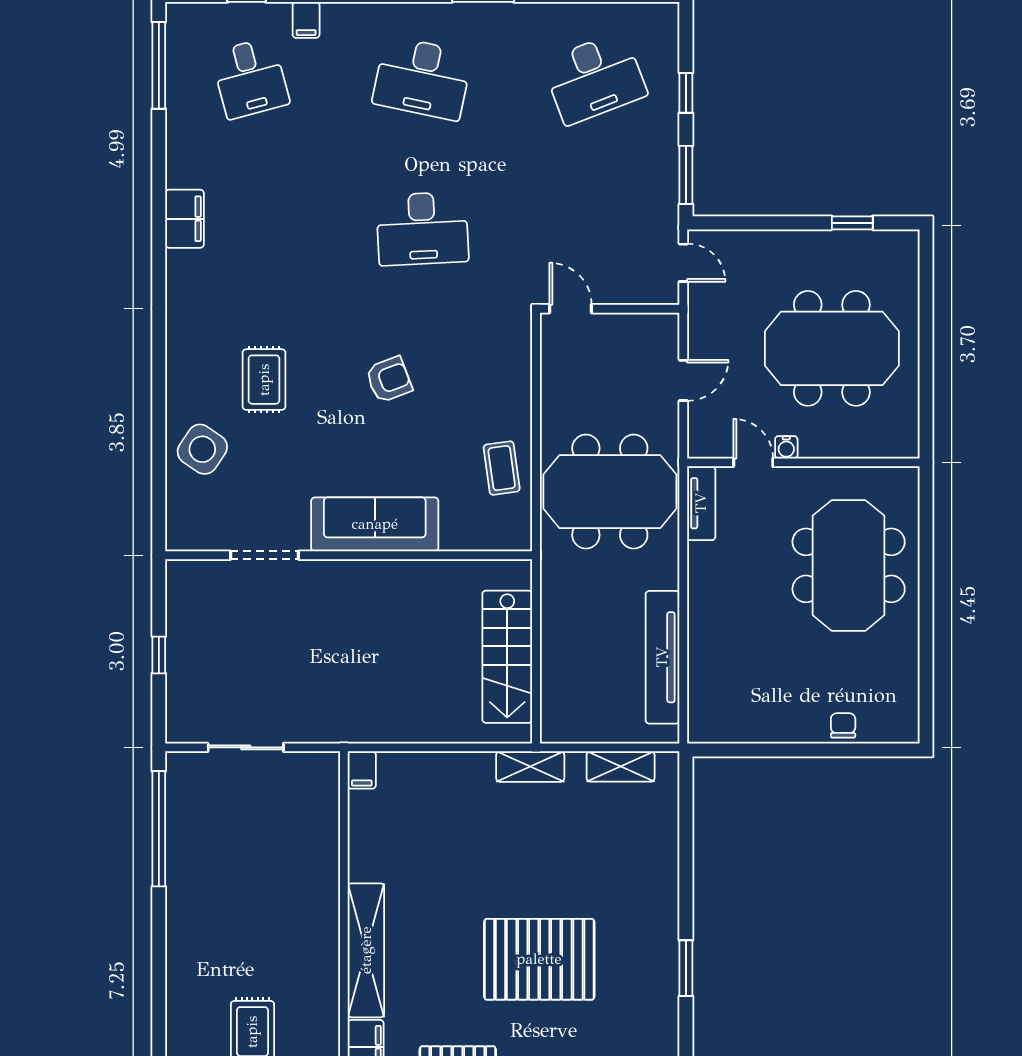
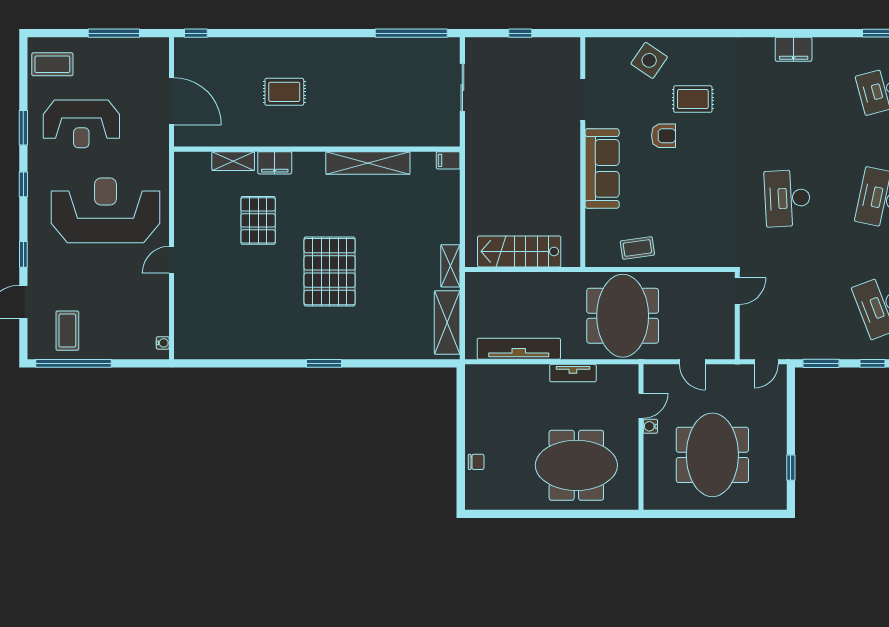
armchair: (389, 380) -> (663, 136), moved, turned -69
tv unit: (701, 503) -> (573, 373), moved
shelving: (621, 766) -> (447, 322), width x1.50, depth x1.33
shelving: (366, 950) -> (368, 163), moved

